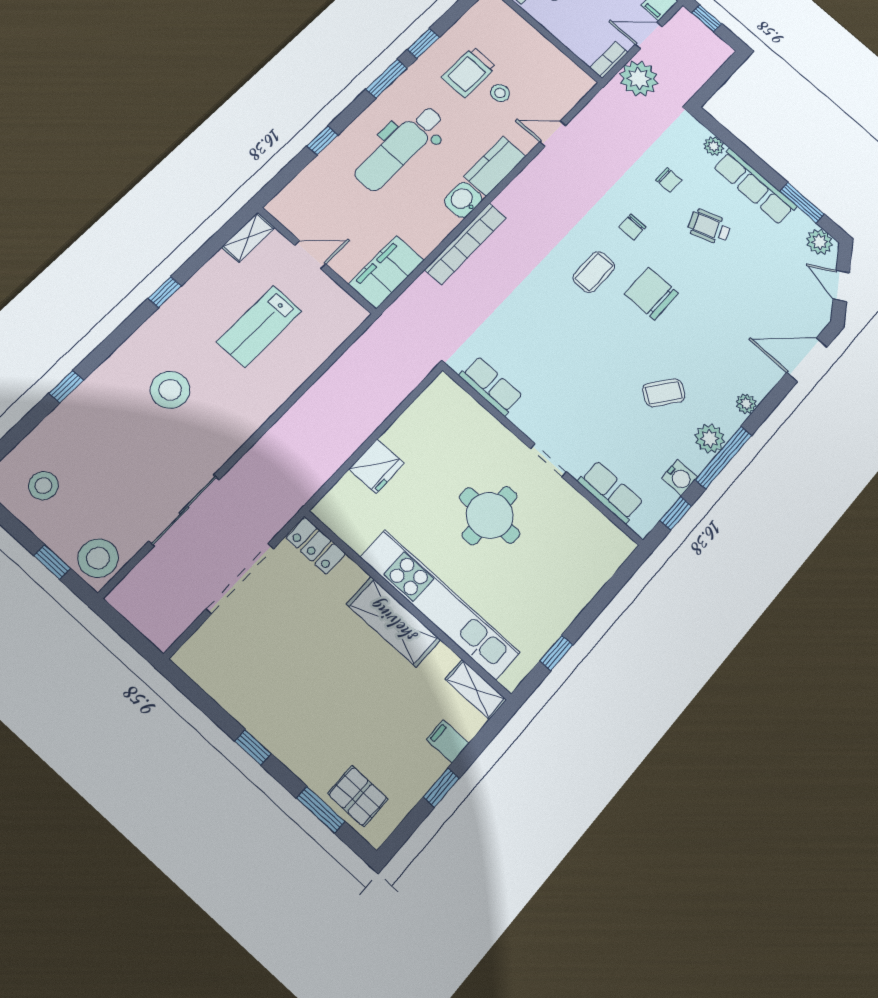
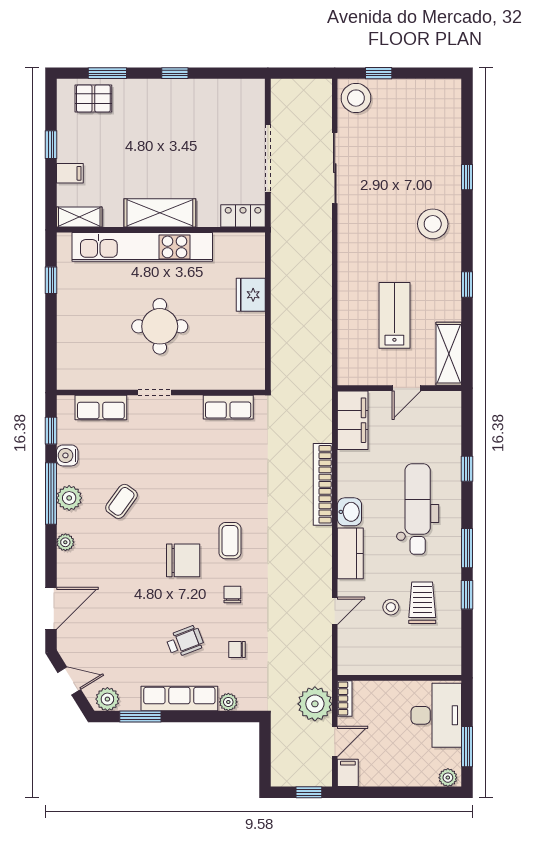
shelving: (248, 237) -> (449, 354), width x1.50, depth x1.33
stool: (170, 390) -> (433, 224), moved
stool: (43, 486) -> (424, 110), removed

